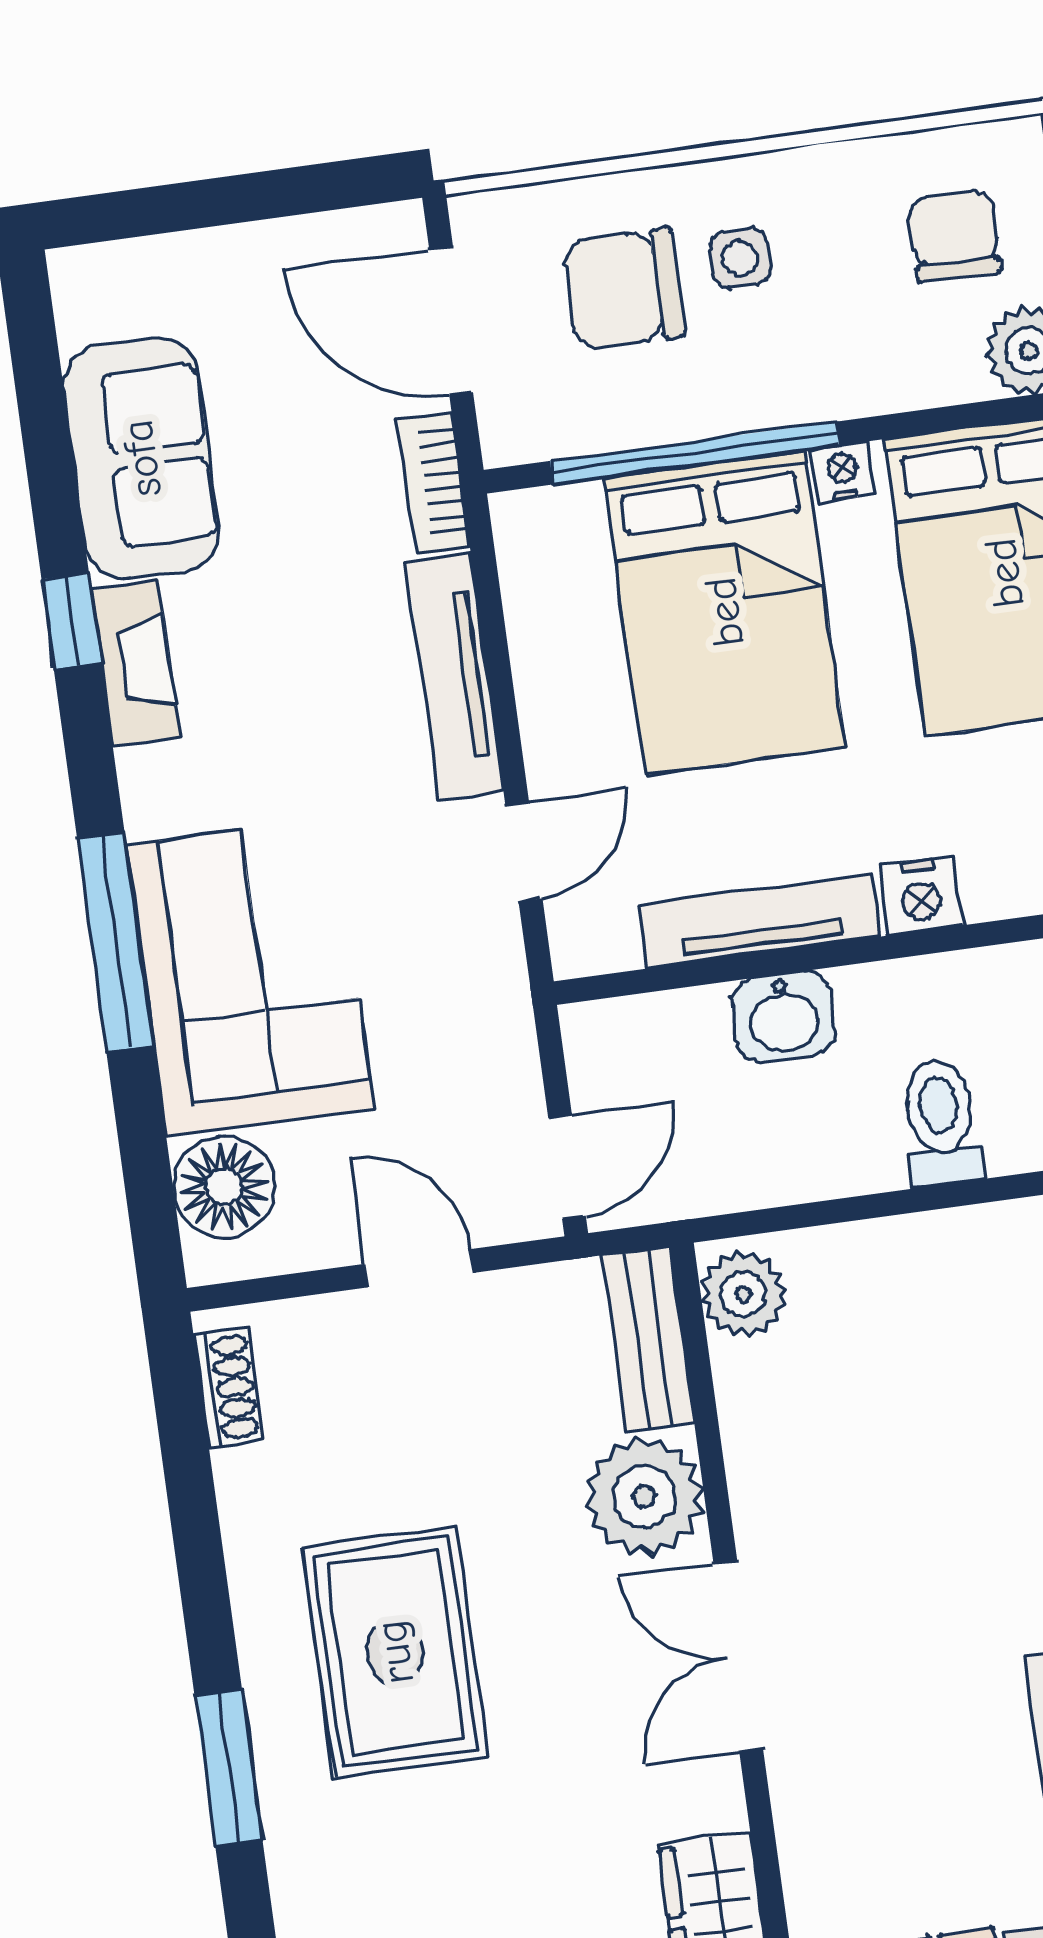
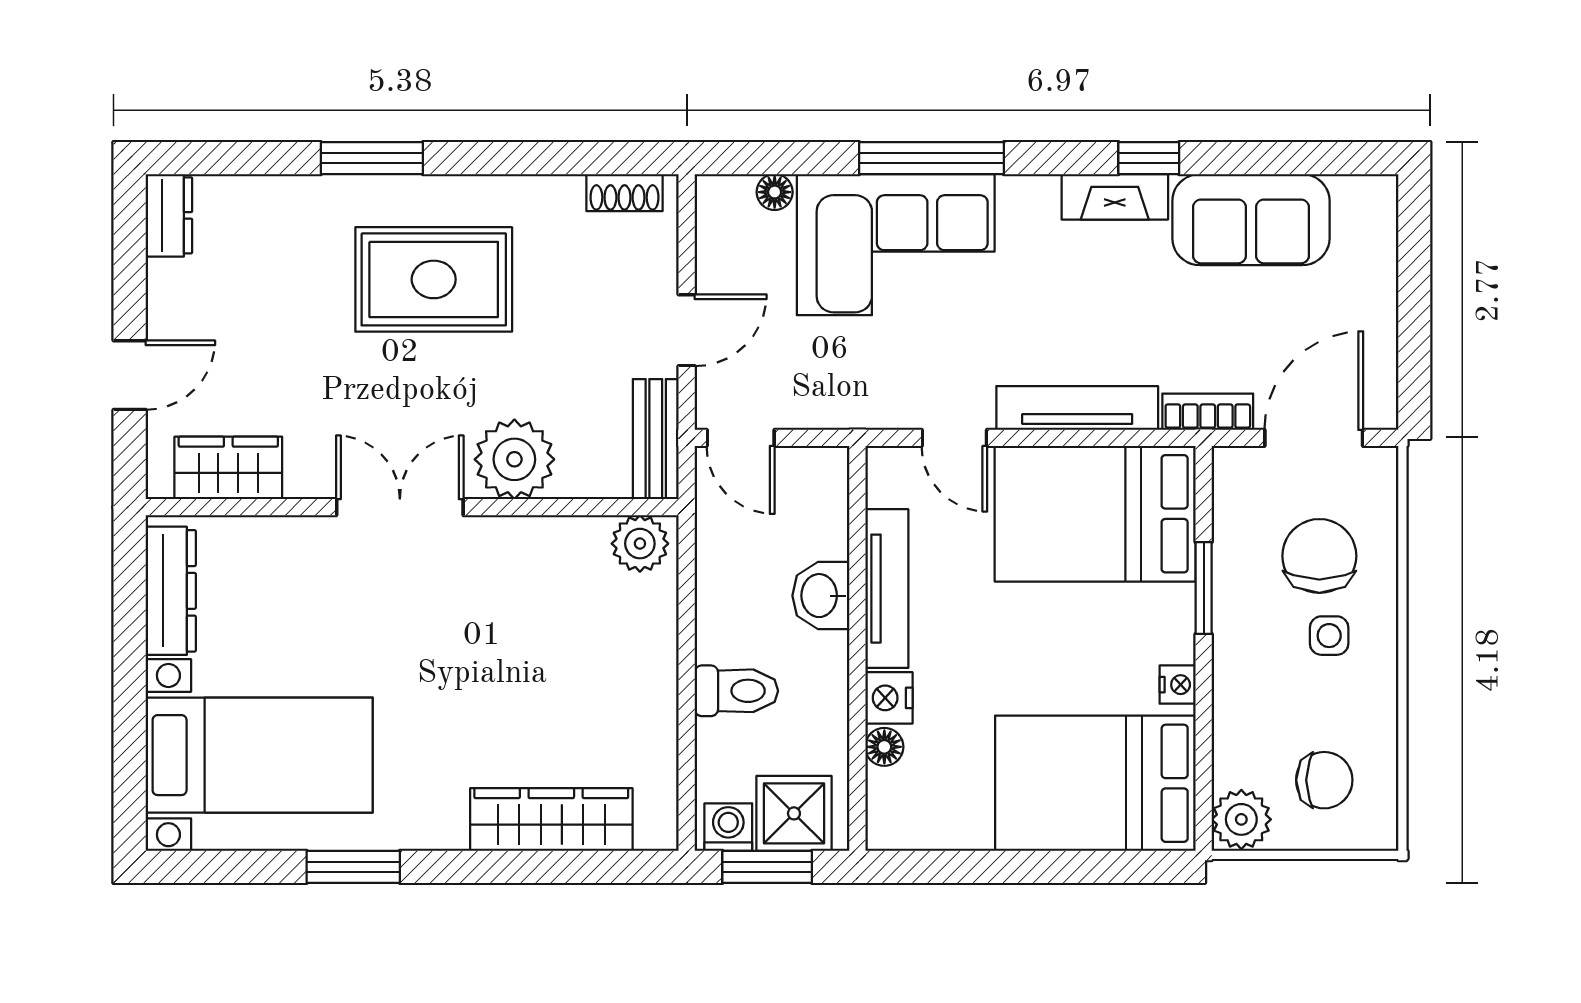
window: (695, 453) -> (1204, 588), width x0.47
bed: (725, 612) -> (1095, 514), moved
floor lamp: (994, 892) -> (884, 747), added
floor lamp: (224, 1187) -> (775, 192), width x0.53, depth x0.53
bench: (648, 1339) -> (656, 439), moved, turned 90

